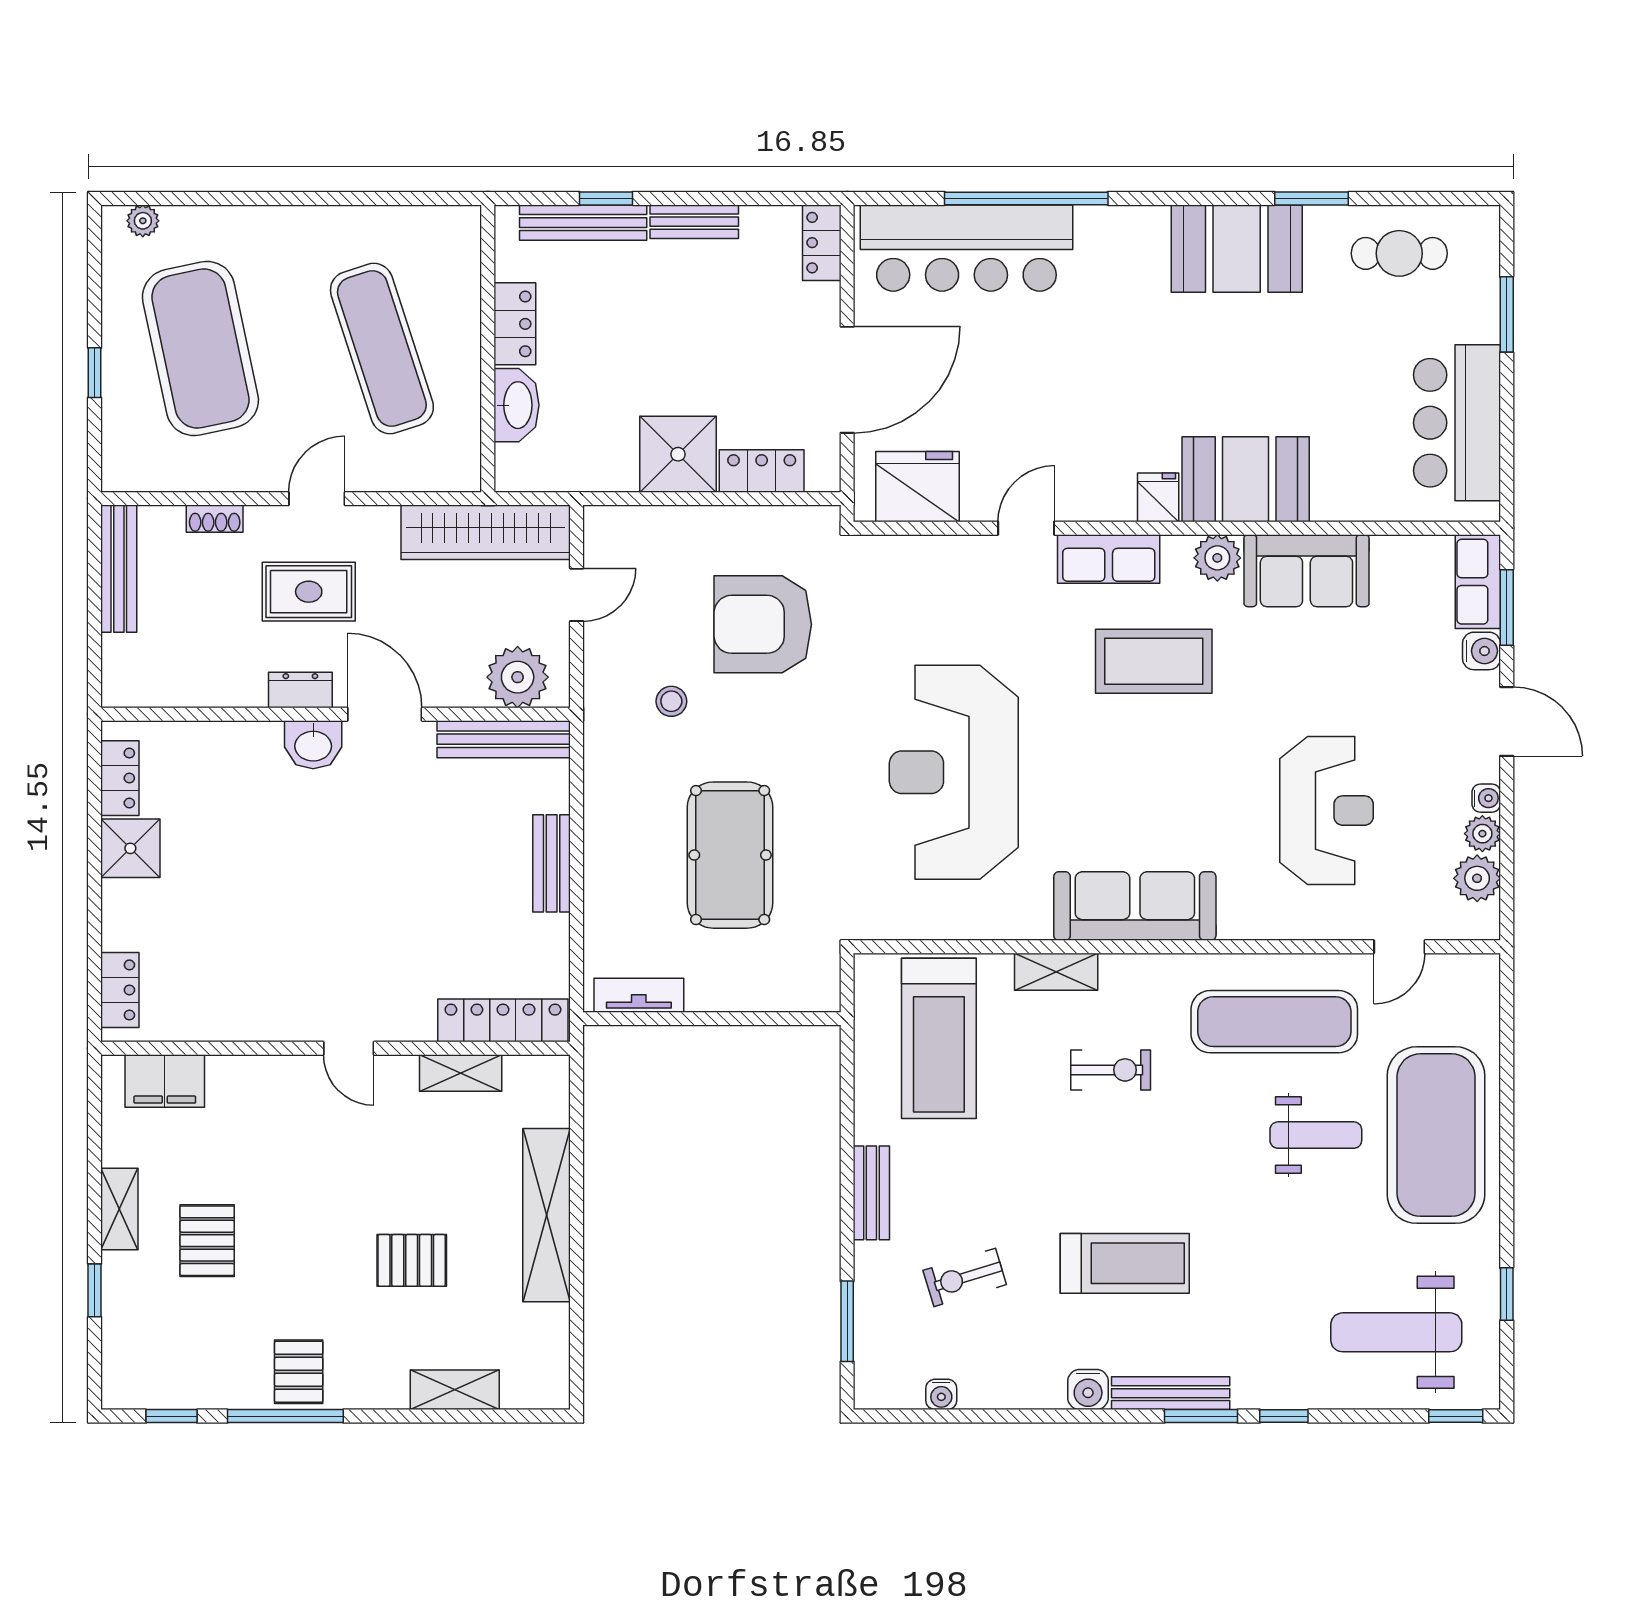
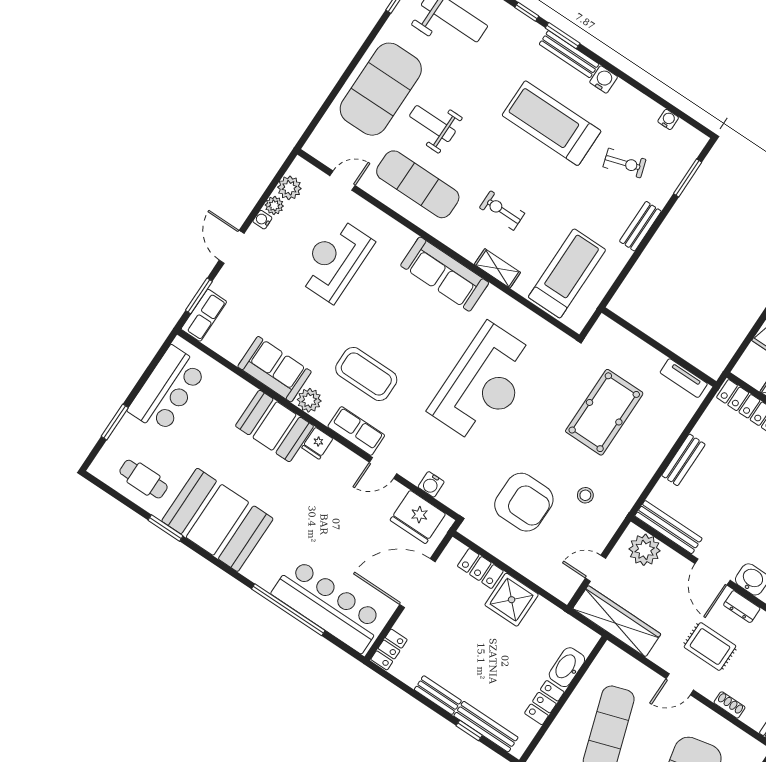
booth: (1237, 249) -> (217, 520), width x1.36, depth x1.42
water cooler: (1481, 651) -> (431, 484), moved, turned -90
treadmill: (1125, 1263) -> (552, 123), width x1.37, depth x1.38

